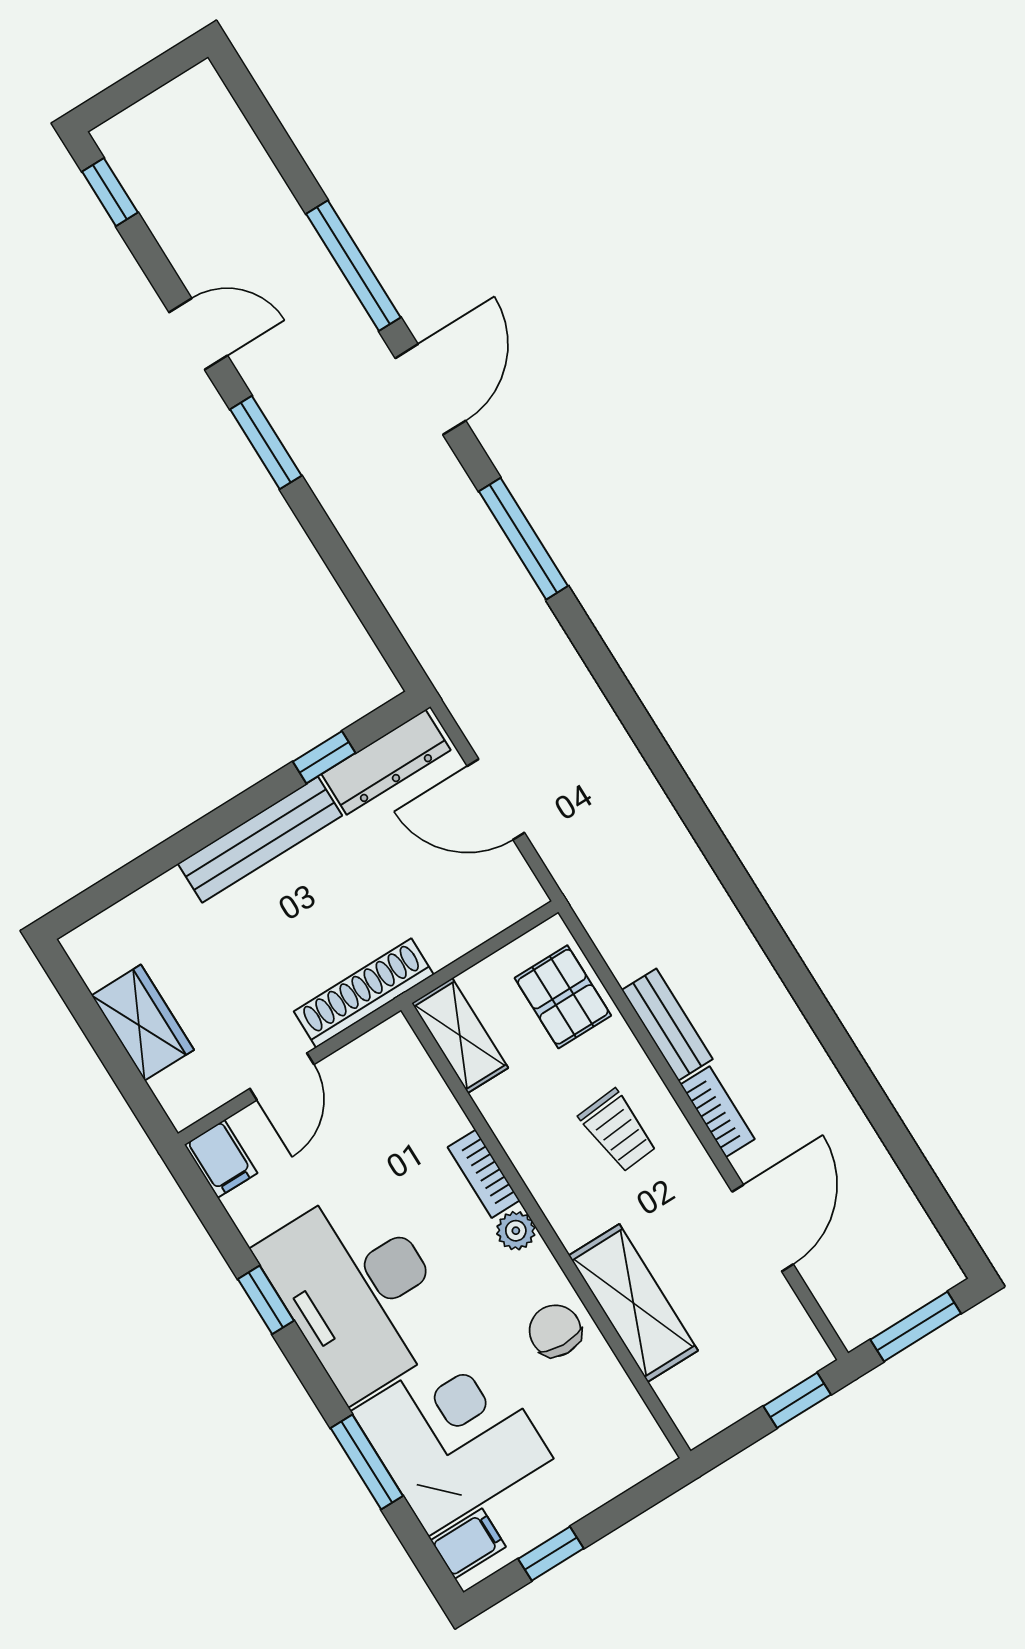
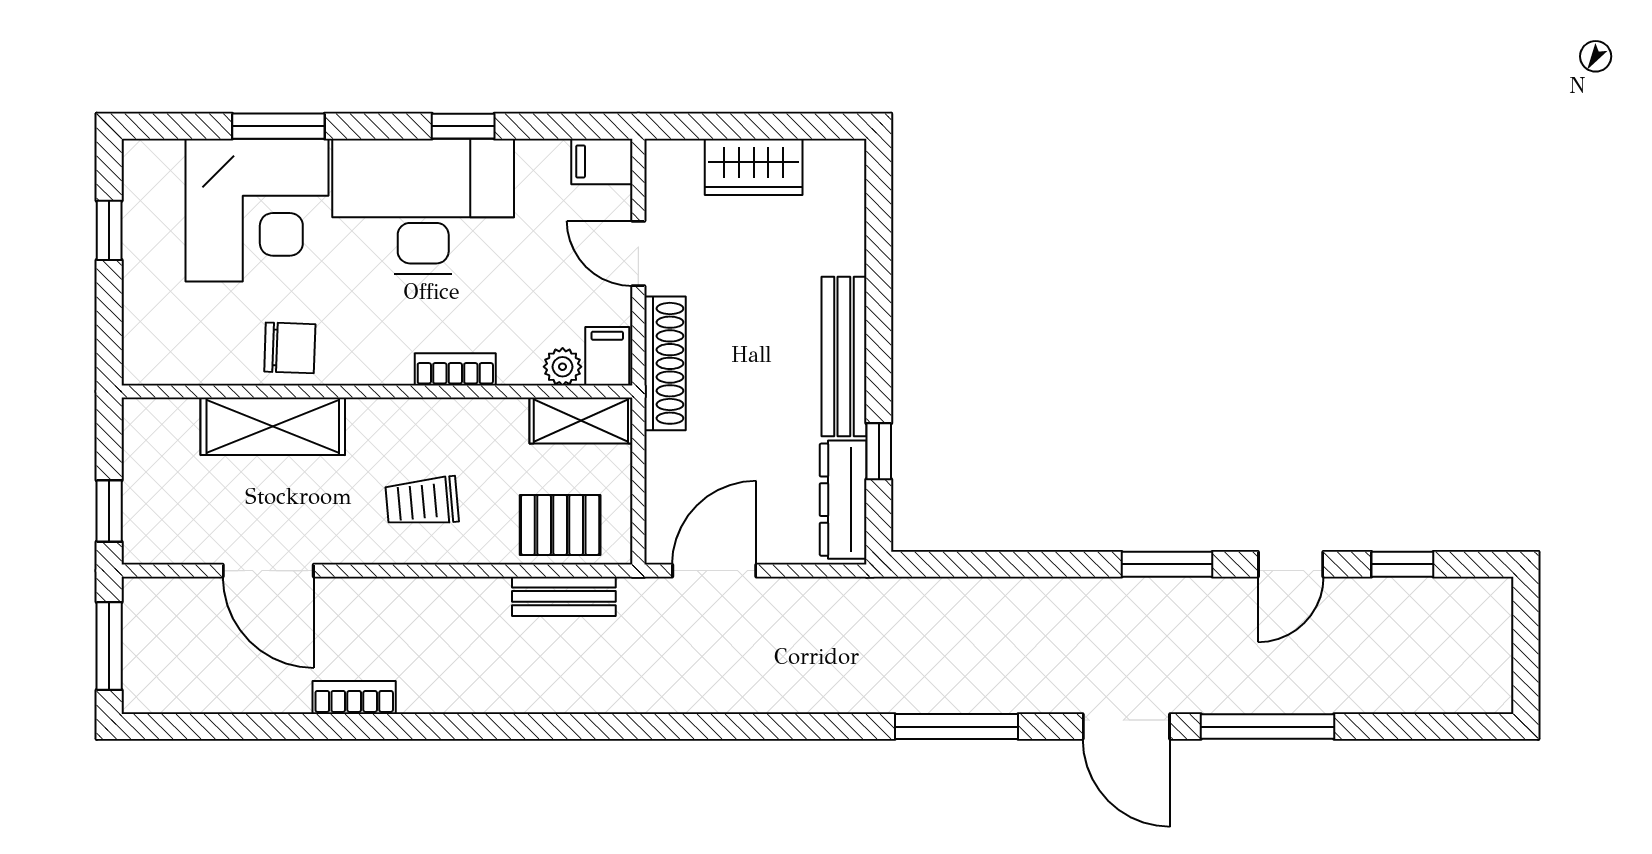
window: (110, 192) -> (1402, 564), moved
door: (496, 799) -> (714, 571), moved
bench: (667, 1025) -> (564, 596), moved
bookcase: (718, 1112) -> (354, 697), moved, turned 180
plant: (516, 1231) -> (563, 367), moved
filing cabinet: (468, 1543) -> (607, 356), moved, turned 180

